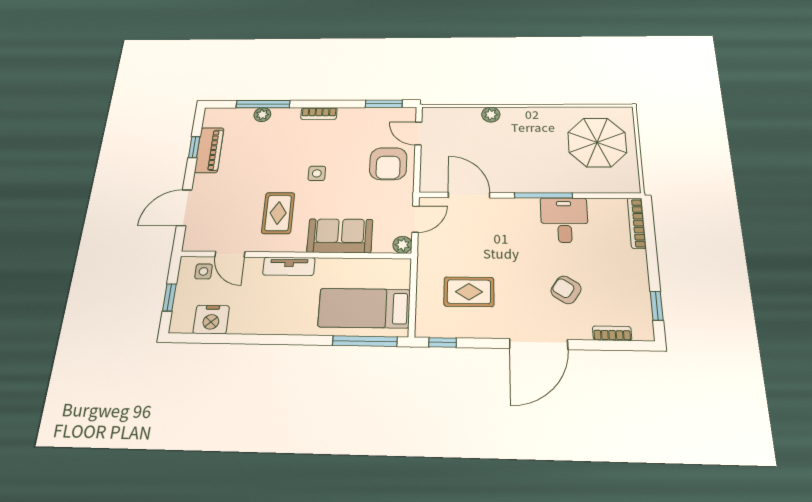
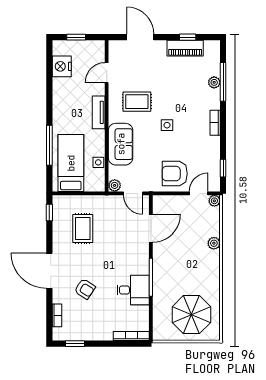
window: (384, 104) -> (223, 168), width x0.67
plant: (430, 114) -> (214, 201), added
side table: (203, 271) -> (98, 162), moved
armchair: (566, 290) -> (85, 289), turned 90
window: (365, 341) -> (49, 145), moved

